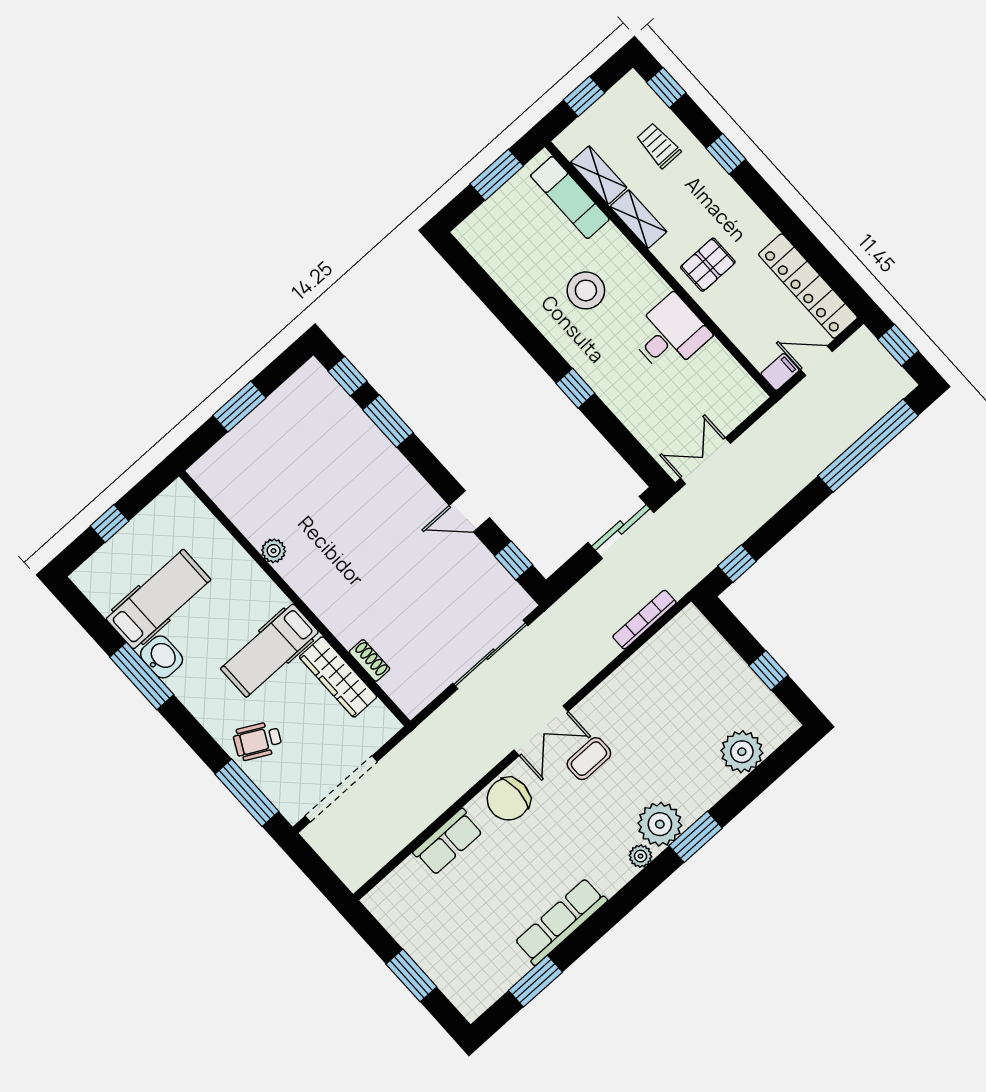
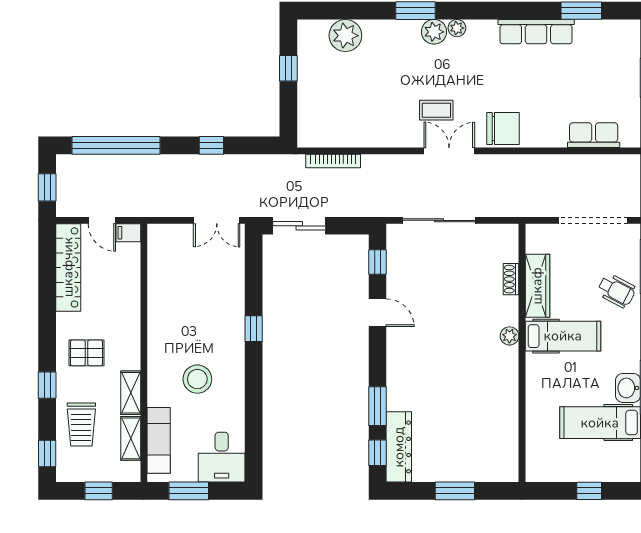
trolley: (658, 145) -> (81, 424), width x1.36, depth x1.39
pallet: (708, 265) -> (86, 353), moved
desk: (670, 335) -> (222, 457), moved, turned -90
dresser: (332, 400) -> (399, 447), added
plant: (274, 551) -> (509, 336), moved
window: (737, 564) -> (211, 145), moved
plant: (660, 824) -> (434, 32), width x0.73, depth x0.73
row of seats: (448, 842) -> (594, 135), moved

